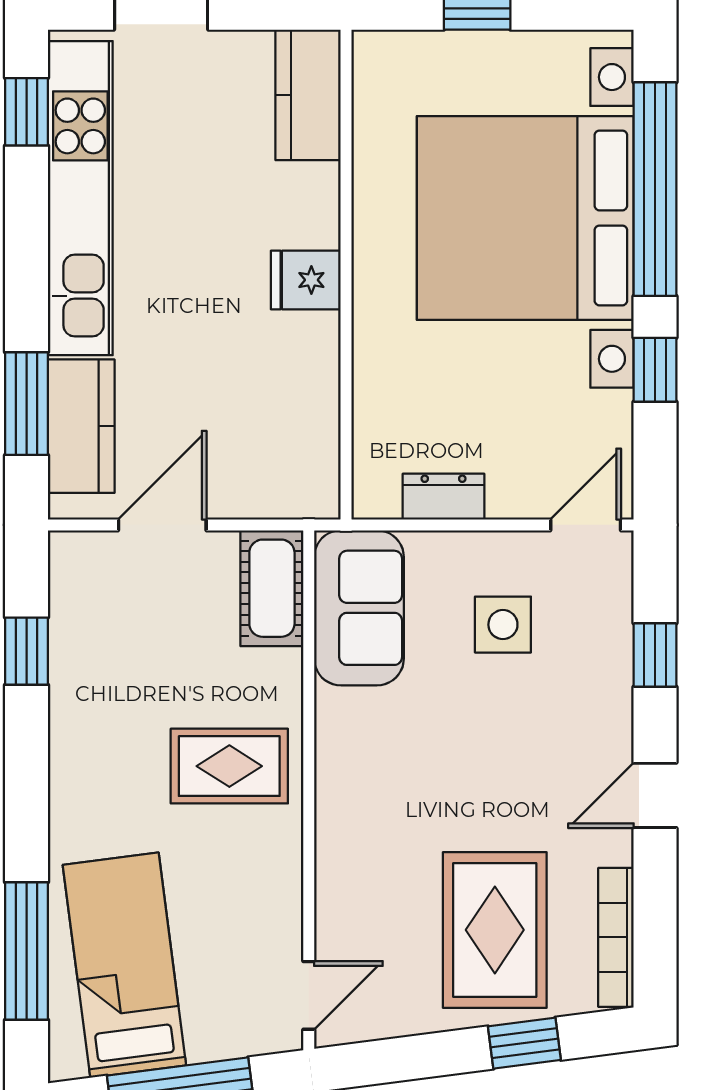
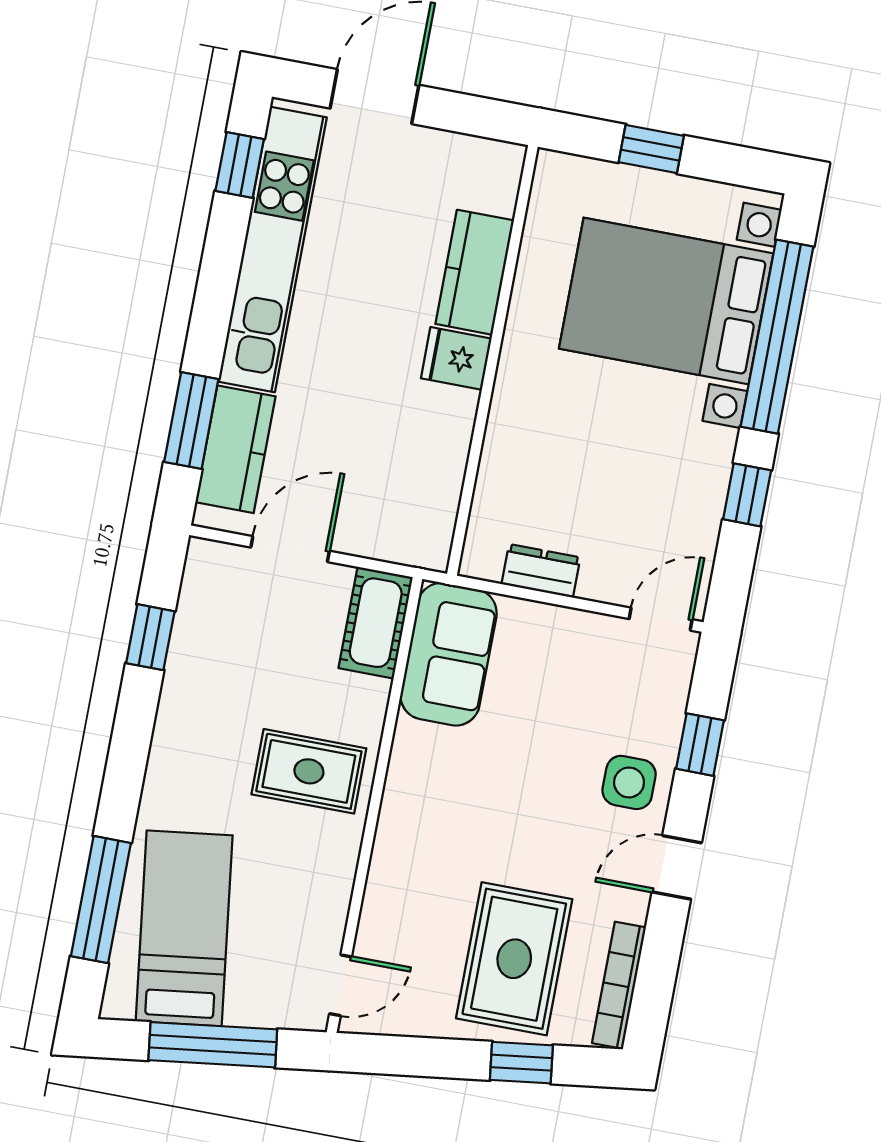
kitchen counter: (308, 95) -> (475, 272), moved
bed with nightstands: (525, 218) -> (666, 301), width x0.73
side table: (503, 625) -> (629, 782), moved

